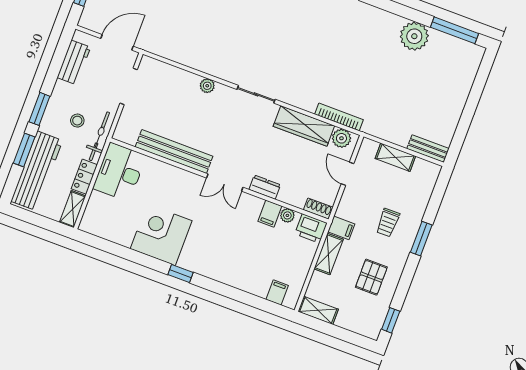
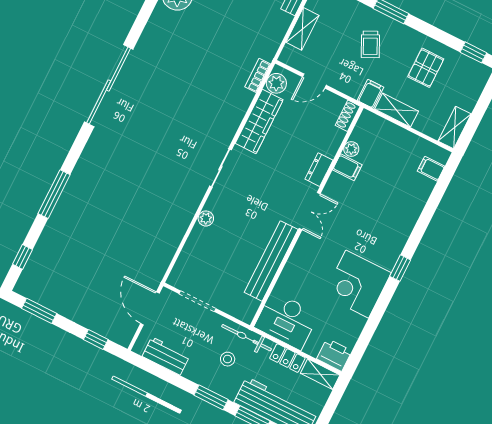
bookcase: (339, 117) -> (258, 75), width x0.64
trolley: (388, 223) -> (370, 44), turned 64
printer: (311, 228) -> (334, 355), moved, turned -90
pallet: (371, 277) -> (426, 68), turned 90

